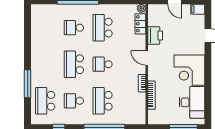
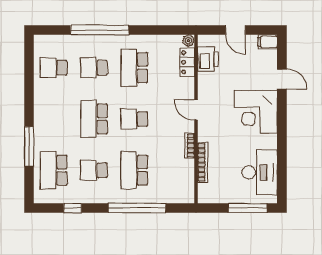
school desk: (45, 28) -> (54, 68), added
printer: (155, 35) -> (208, 59), moved
corner desk: (189, 70) -> (256, 112), moved

